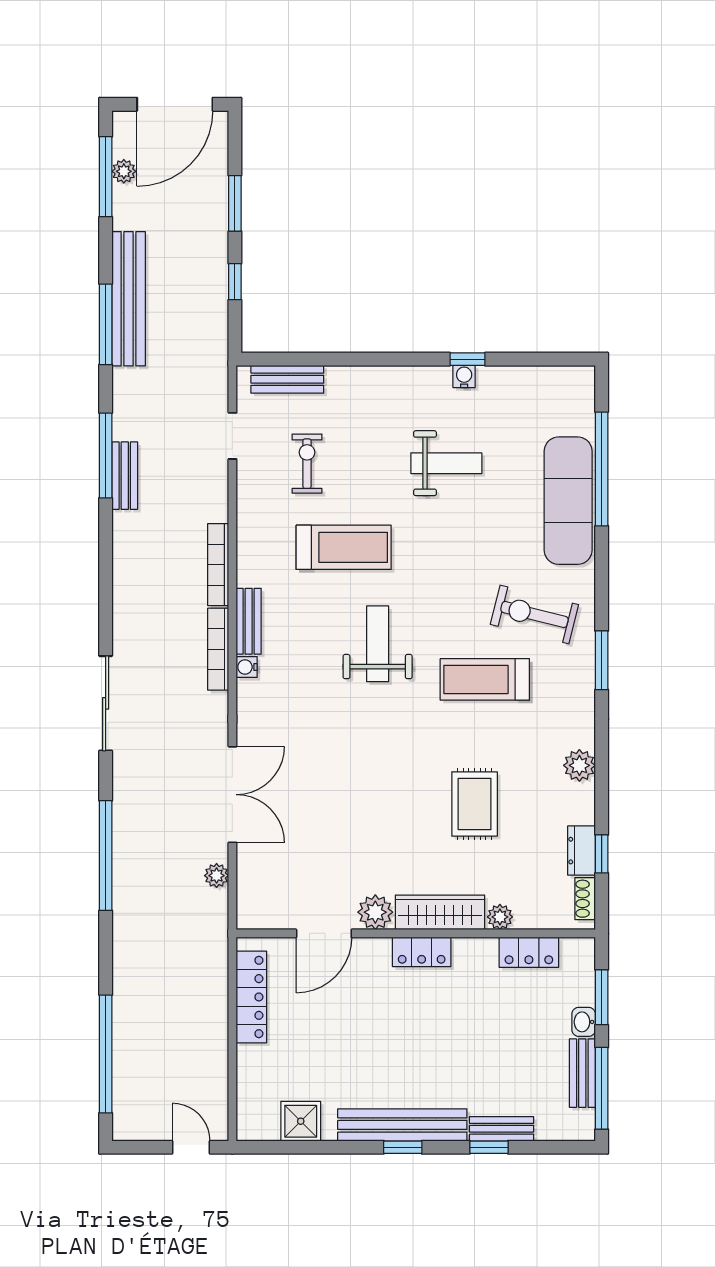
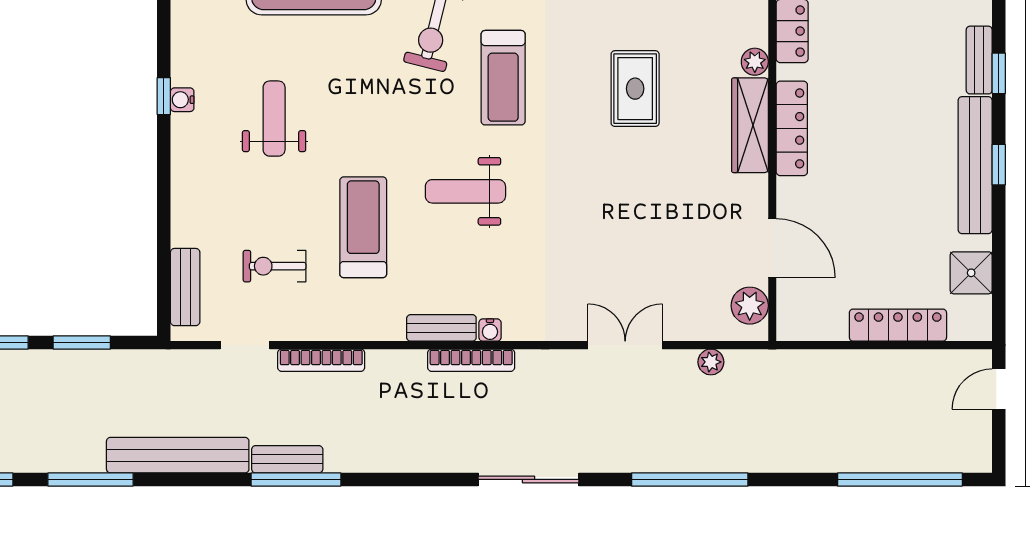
window: (235, 282) -> (82, 343), width x1.50
bench: (129, 299) -> (178, 455), moved
window: (106, 324) -> (91, 479), moved
window: (106, 455) -> (296, 479), moved
bookcase: (218, 565) -> (321, 360), moved
double door: (232, 795) -> (625, 345), width x0.73
rug: (475, 804) -> (635, 89), turned 90
plant: (375, 912) -> (750, 306), moved
locker: (422, 952) -> (792, 128), width x1.53
locker: (251, 997) -> (898, 325), moved

